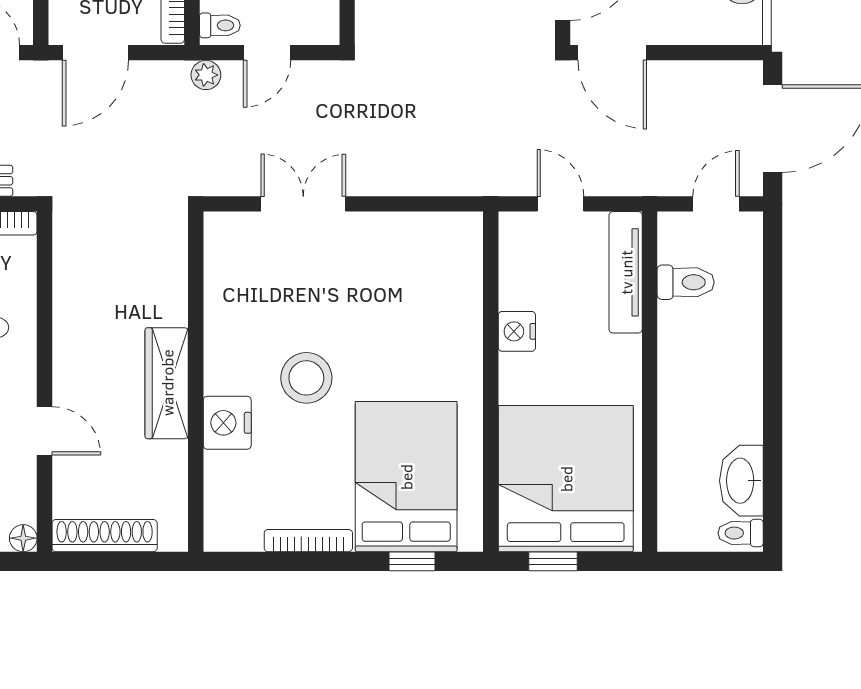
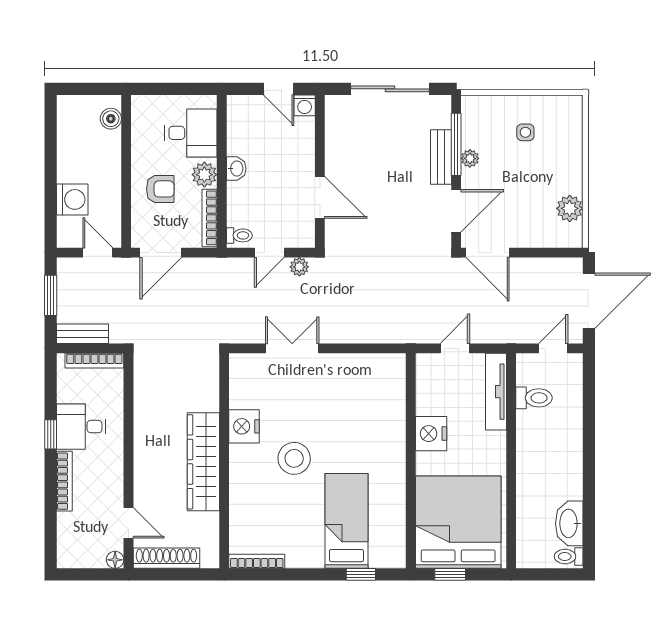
plant: (206, 75) -> (299, 267), moved
door: (561, 204) -> (455, 348), hinge flipped
nightstand: (517, 331) -> (431, 434), width x1.36, depth x1.33
wardrobe: (167, 383) -> (203, 462), width x1.40, depth x1.17
nightstand: (227, 423) -> (244, 426), moved
door: (44, 431) -> (128, 523), moved
bed: (406, 477) -> (347, 521), width x0.67
bookcase: (308, 541) -> (257, 561), moved

